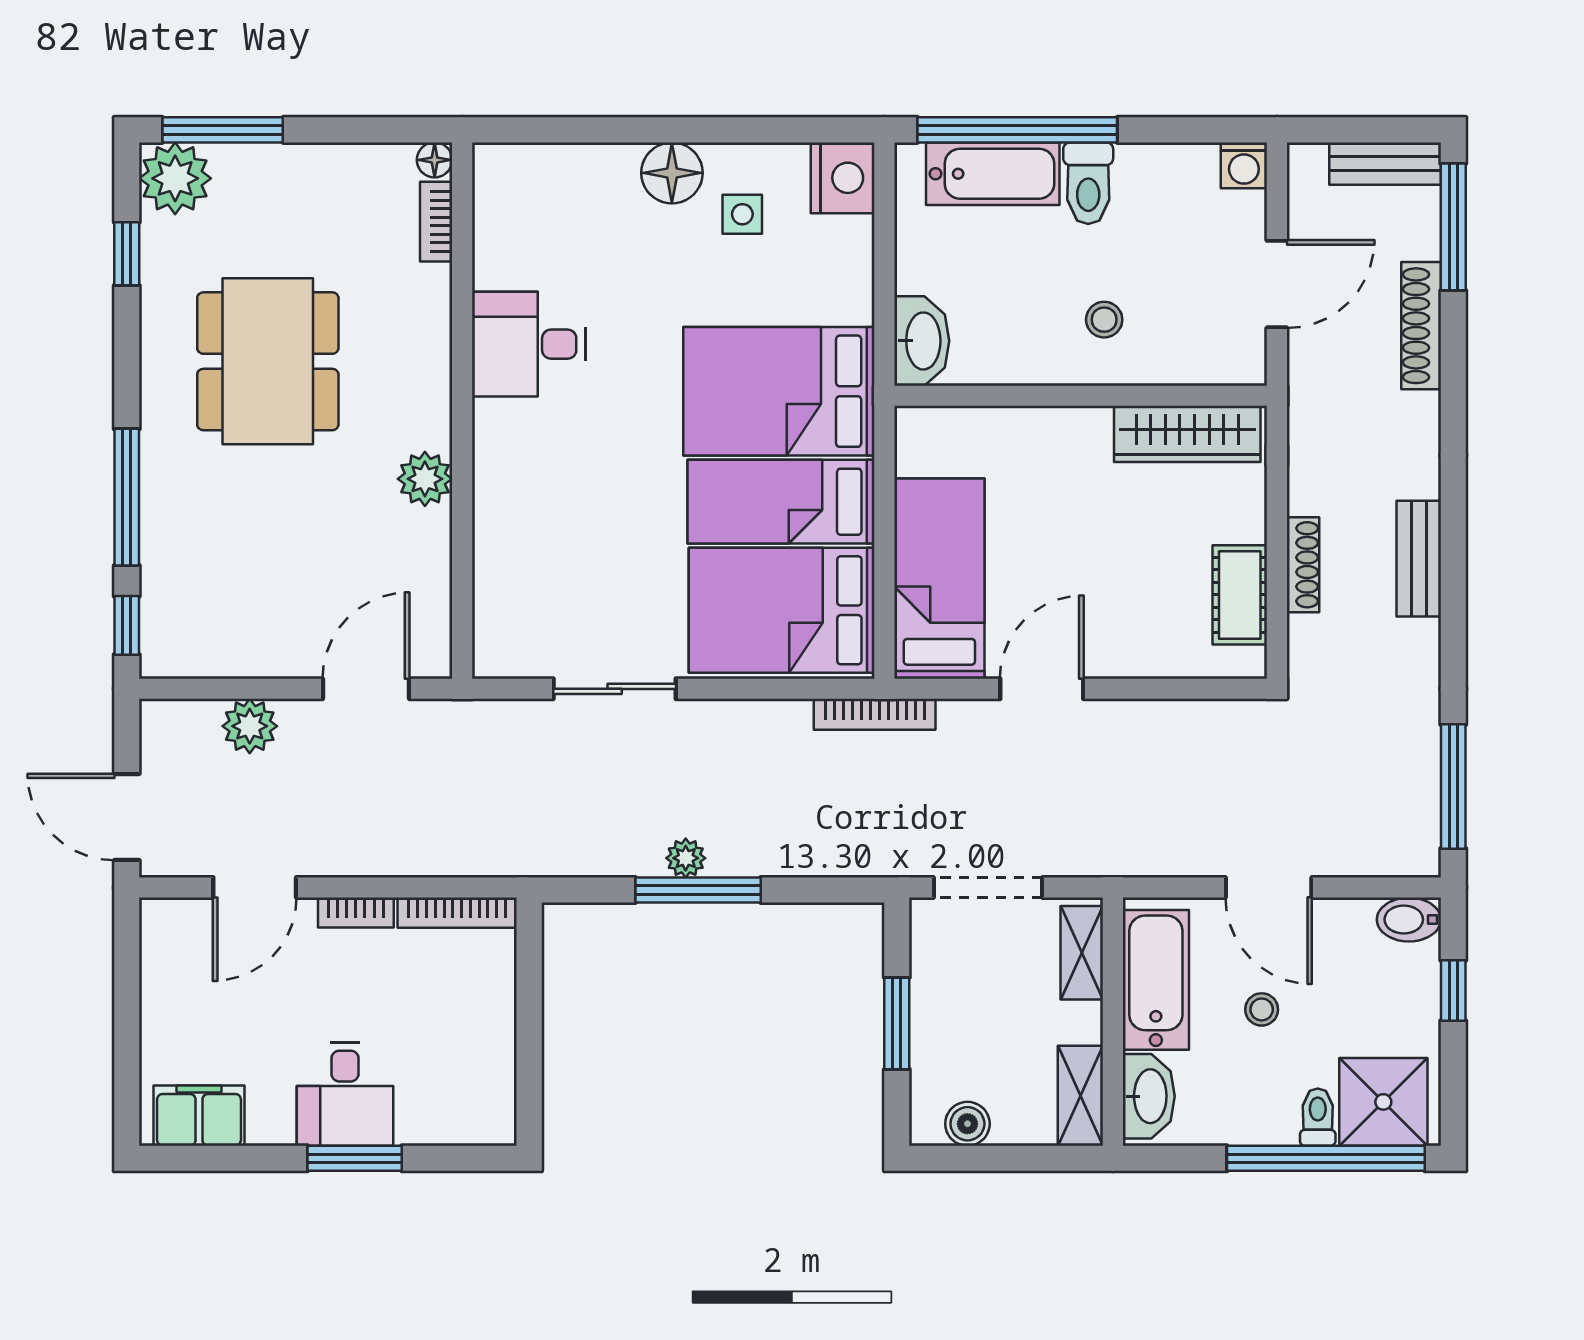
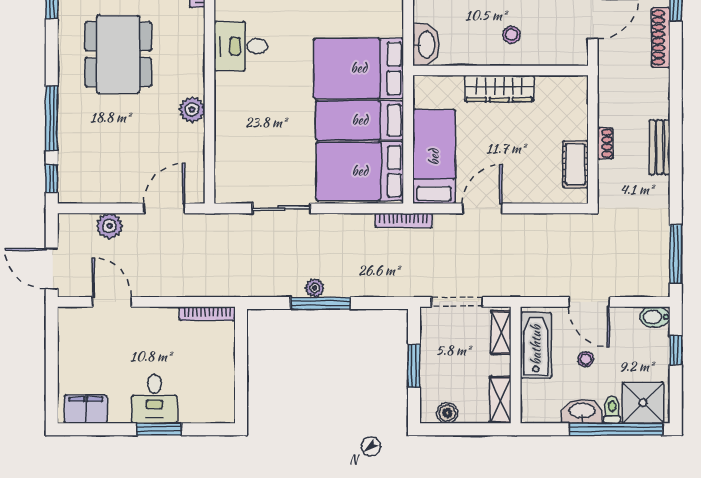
wardrobe: (1187, 434) -> (499, 88), moved
shoe rack: (1303, 565) -> (605, 143), width x0.70
door: (255, 888) -> (112, 302), swing flipped
bookcase: (356, 913) -> (160, 314), removed
washbasin: (1149, 1096) -> (582, 411), moved, turned -90

